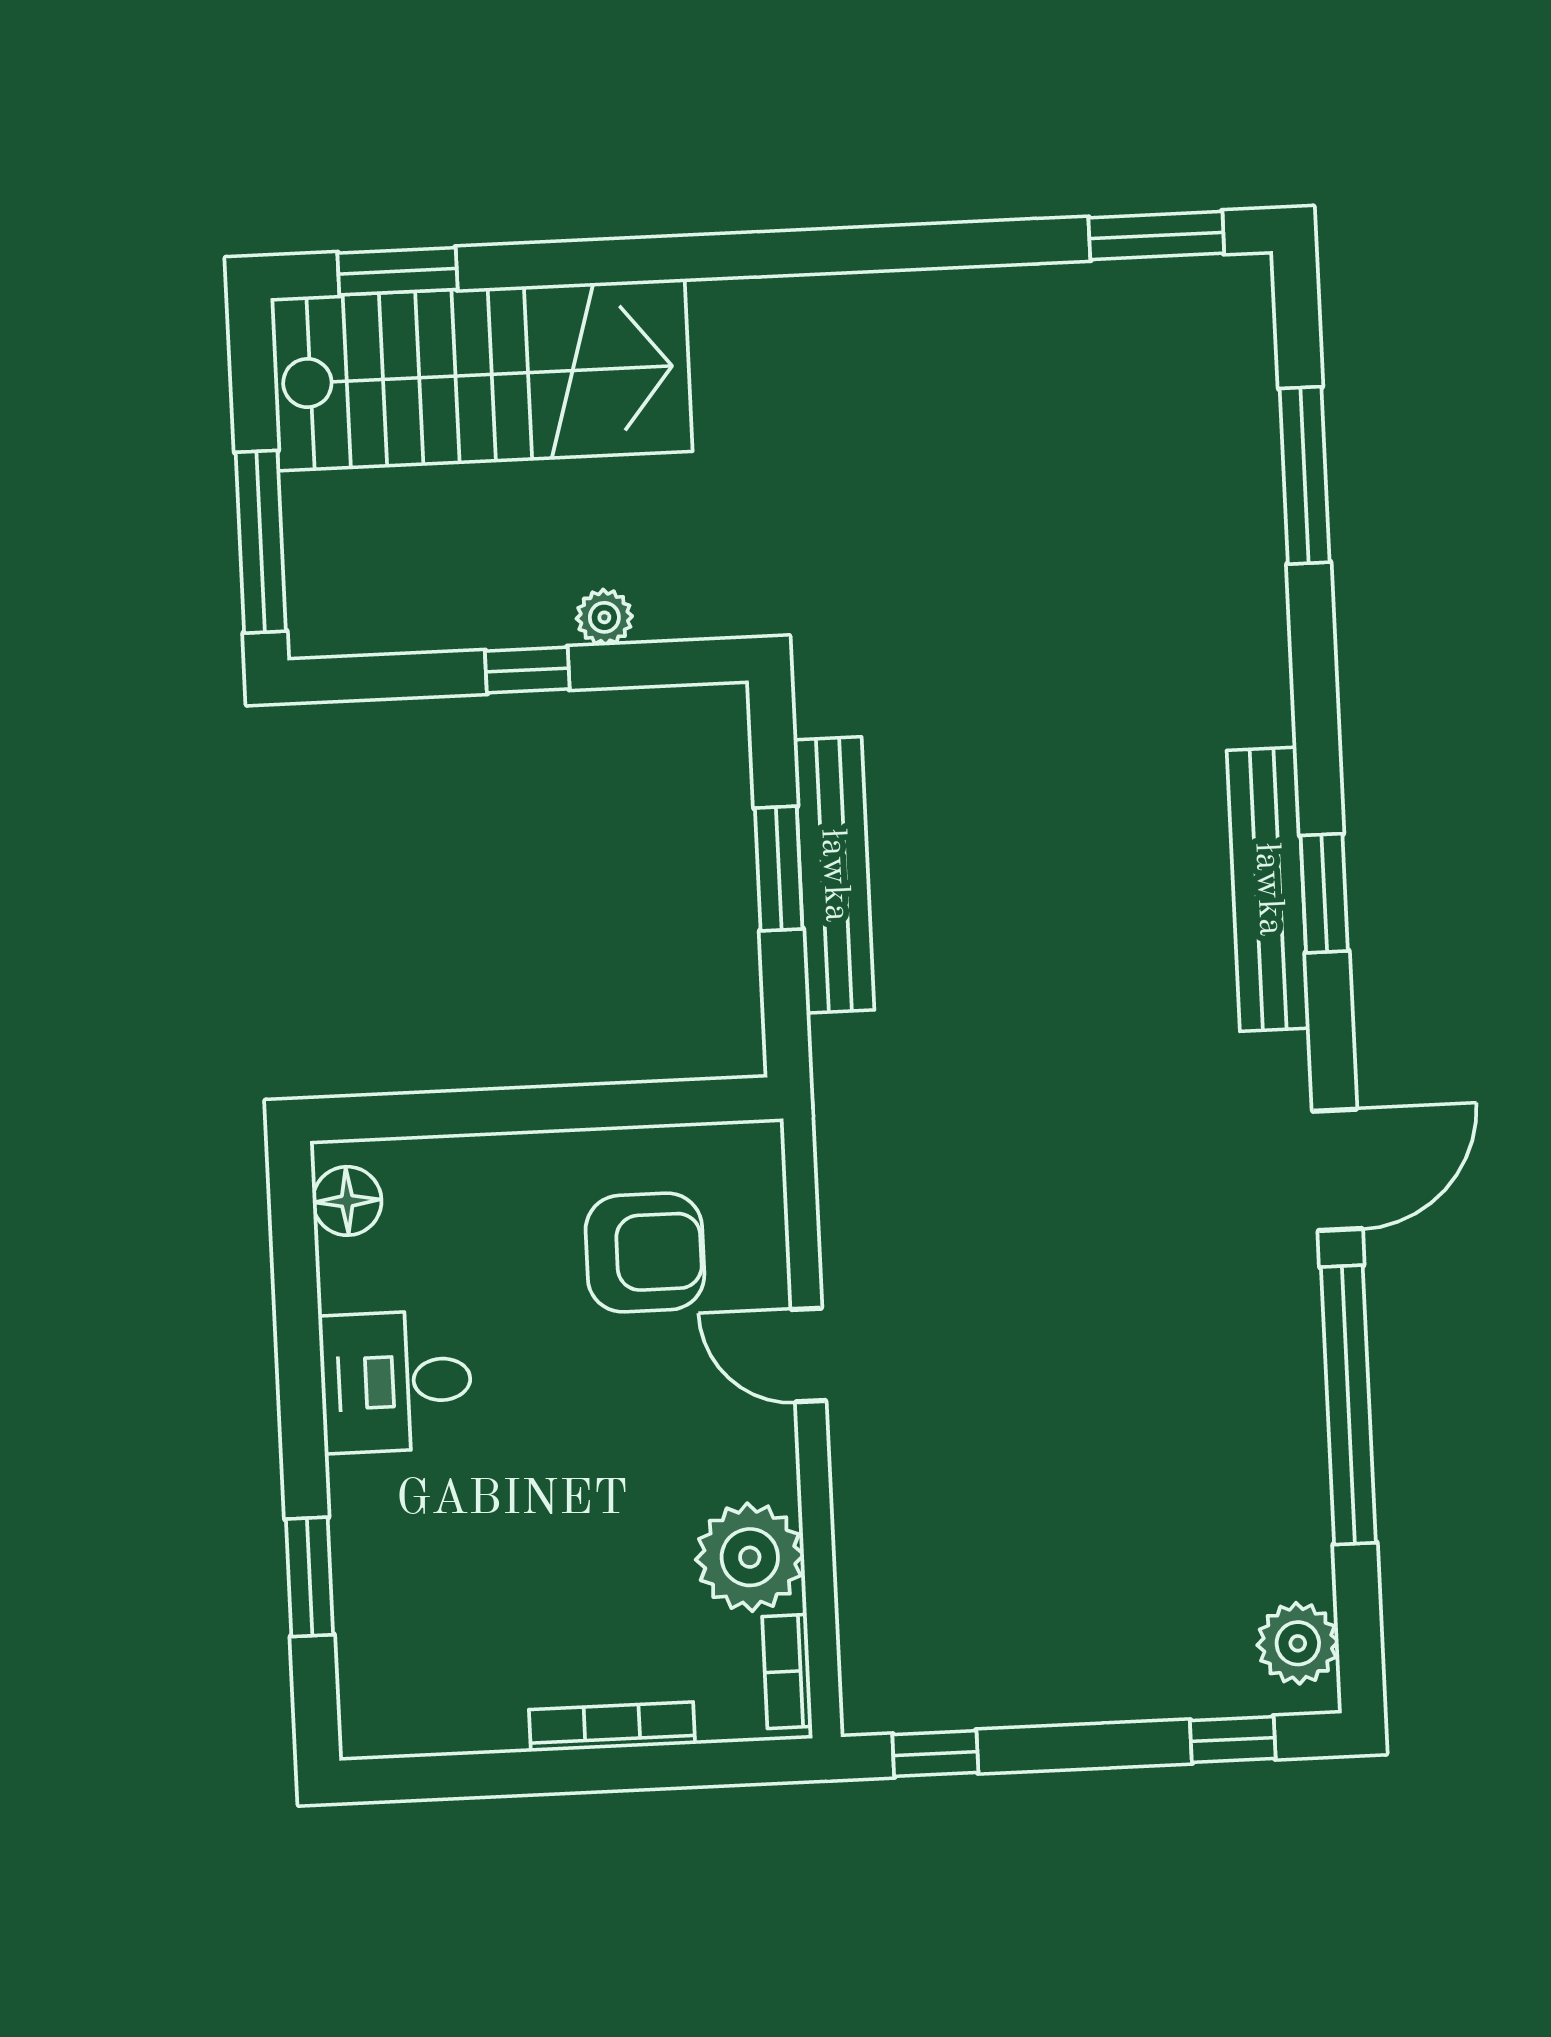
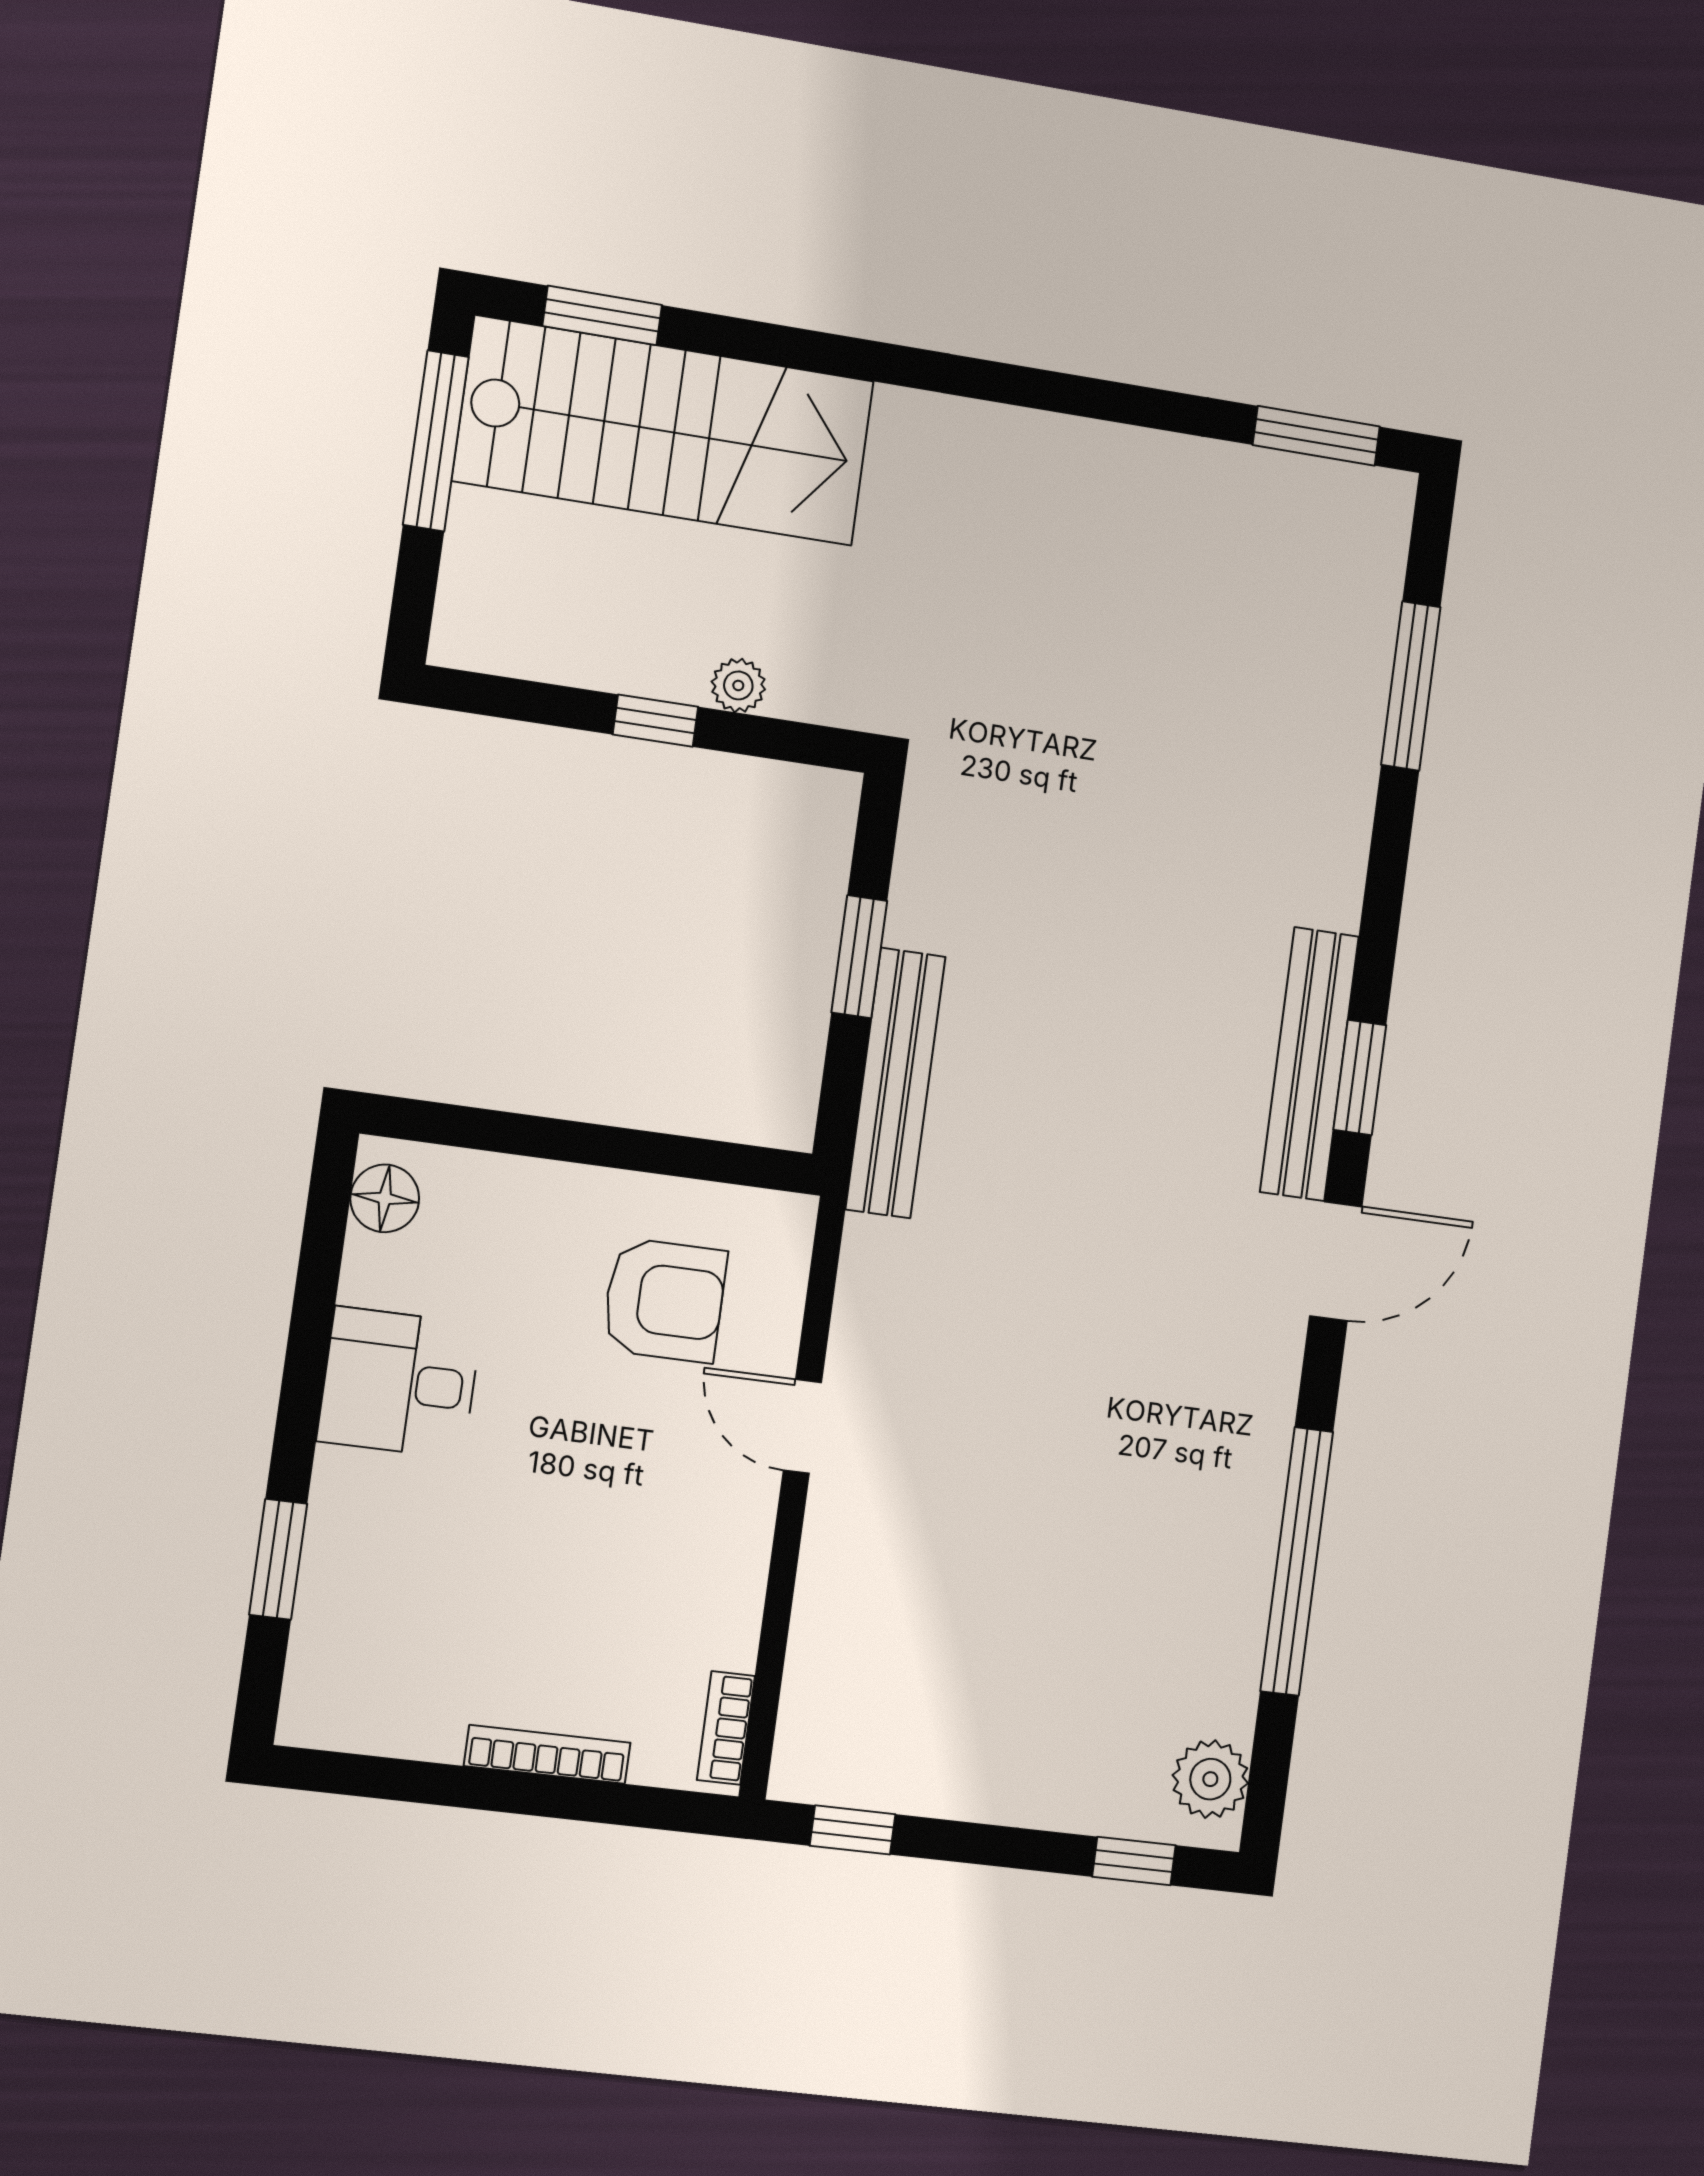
window: (261, 542) -> (436, 441), moved
bench: (834, 875) -> (895, 1083), moved
door: (1337, 1170) -> (1336, 1261), moved
plant: (750, 1557) -> (711, 1611), removed

